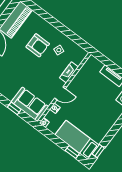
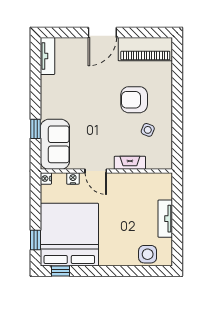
armchair: (38, 45) -> (134, 100), turned 90
bed: (77, 140) -> (69, 235), width x2.04

